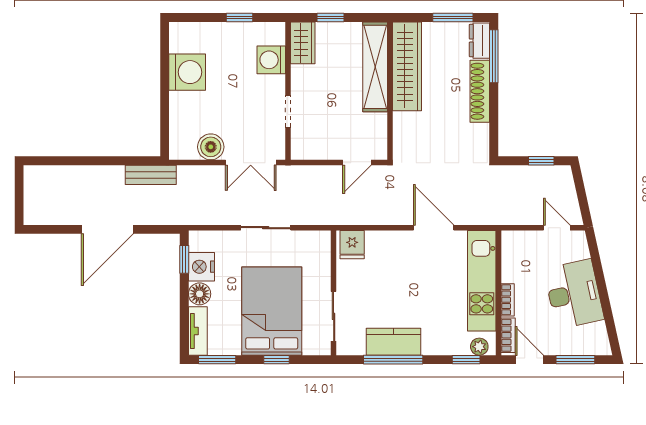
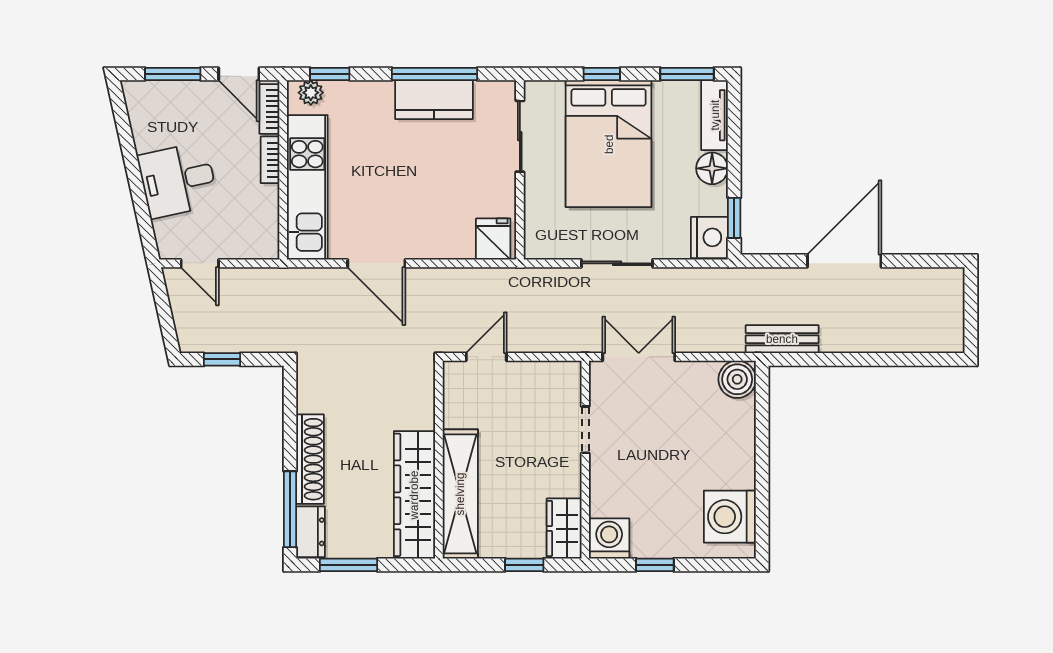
washing machine: (271, 60) -> (609, 538), moved, turned -90
washing machine: (187, 72) -> (730, 517), moved
boiler: (211, 147) -> (737, 379), moved
nightstand: (201, 267) -> (709, 237), moved
desk: (574, 294) -> (178, 180), width x0.73

